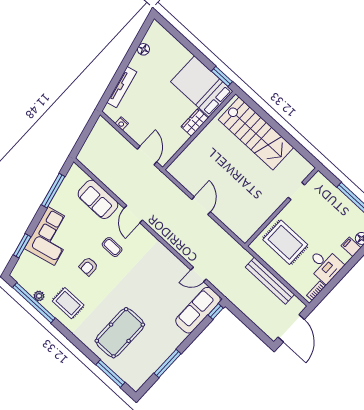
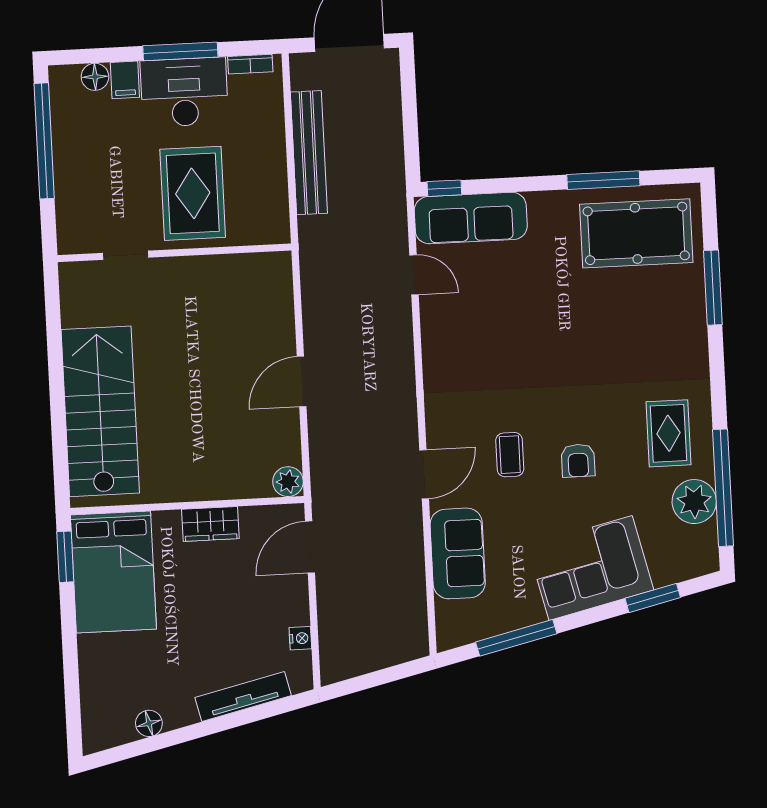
wardrobe: (195, 122) -> (210, 524), moved
plant: (174, 170) -> (288, 482), added
rug: (285, 242) -> (193, 193), moved
desk: (325, 265) -> (184, 92), width x1.37
armchair: (88, 266) -> (578, 461), turned 90
window: (342, 273) -> (180, 51), added
plant: (39, 296) -> (694, 502), width x1.88, depth x1.88
pool table: (120, 333) -> (636, 233), moved
window: (110, 374) -> (713, 288), moved

